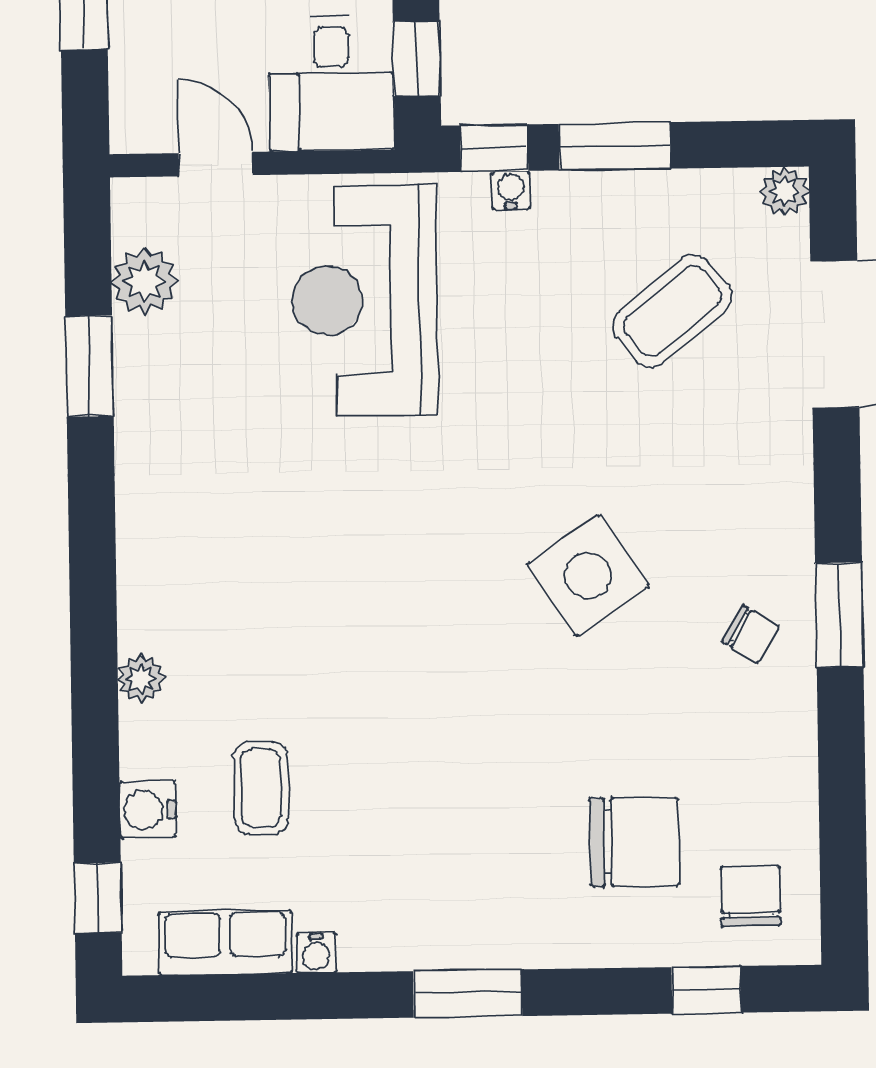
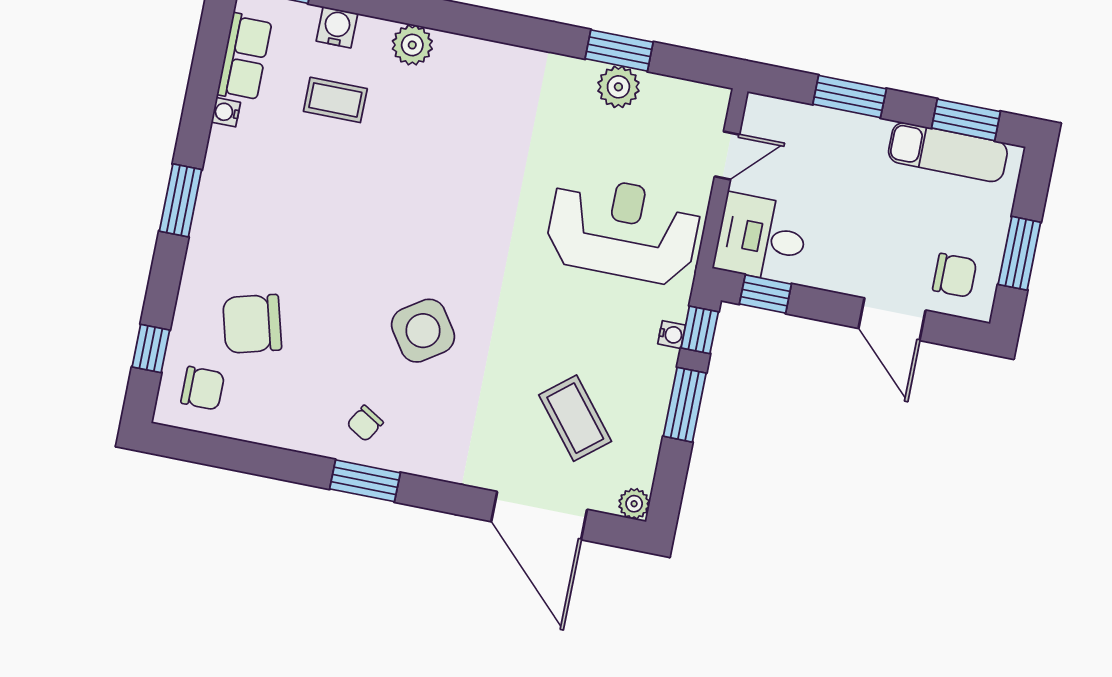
plant: (145, 281) -> (618, 87), moved
plant: (141, 679) -> (412, 45), width x1.38, depth x1.38
chair: (634, 842) -> (252, 324), turned 75

